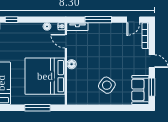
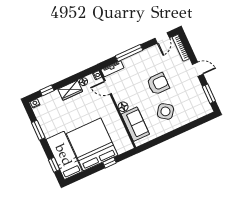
wardrobe: (32, 29) -> (70, 90), added
armchair: (111, 58) -> (158, 84), added
bed: (45, 76) -> (92, 144), moved, turned 90
sofa: (140, 90) -> (135, 124), moved, turned 180
window: (37, 108) -> (110, 163), width x0.46

